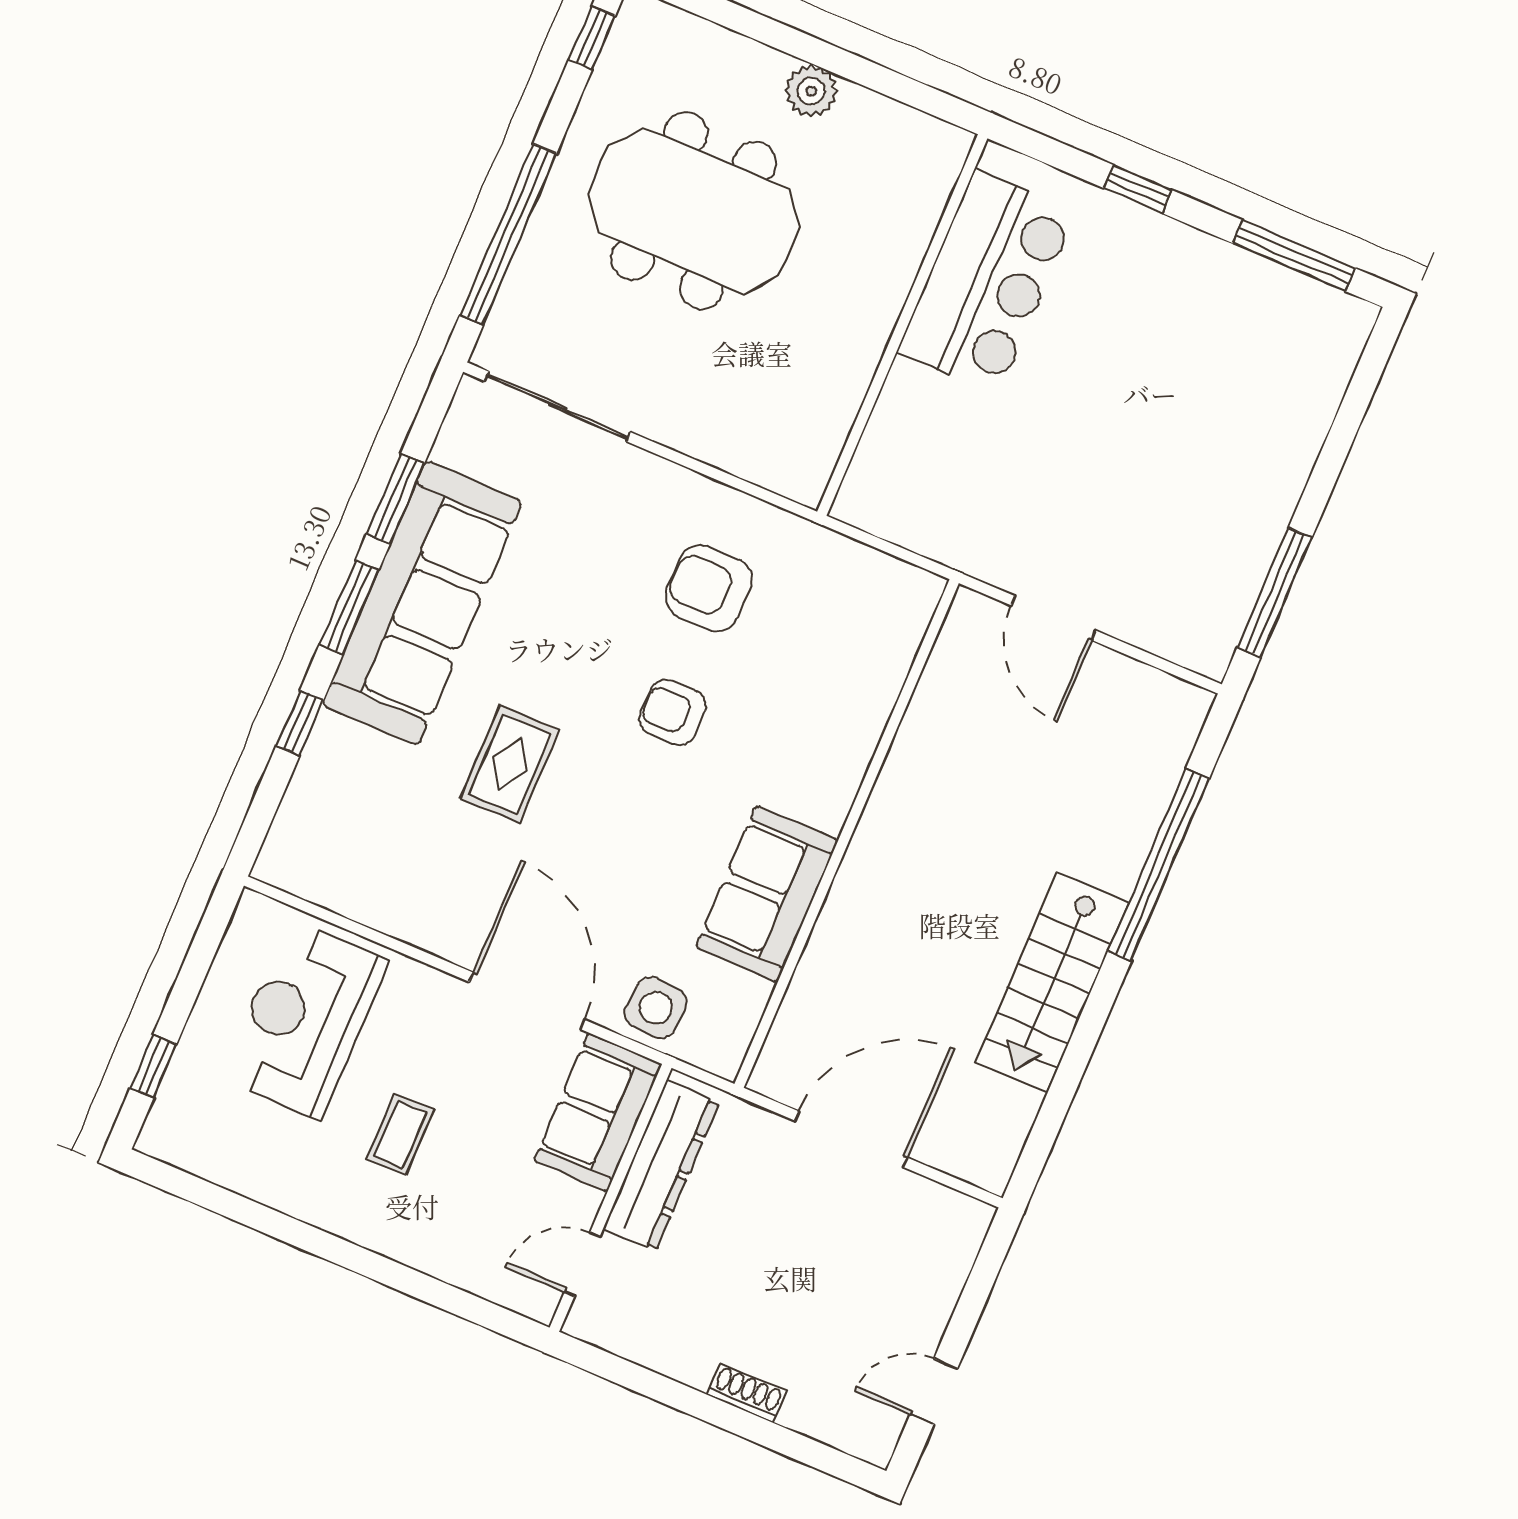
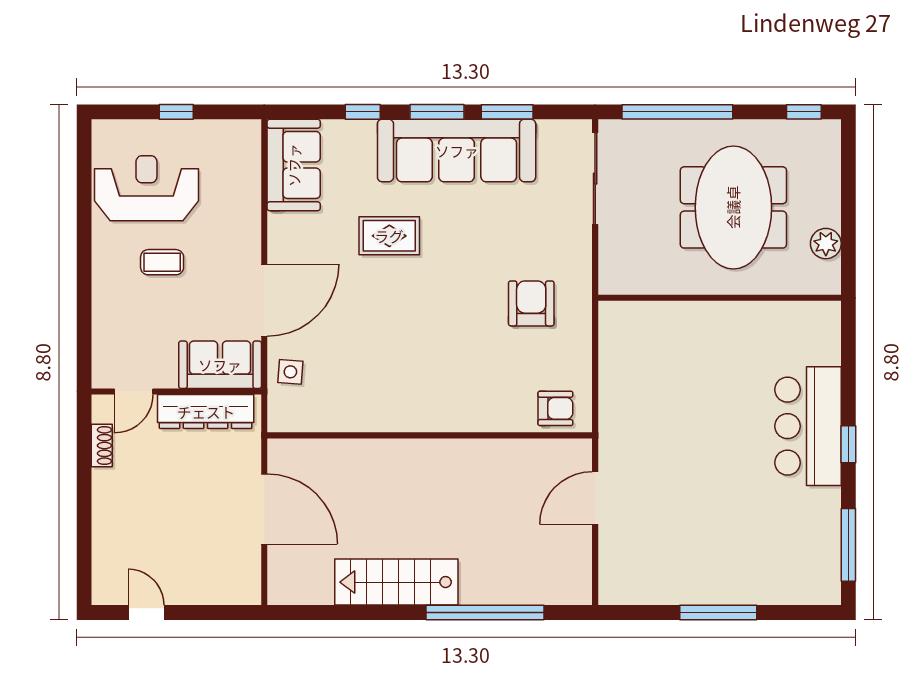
bar counter: (987, 282) -> (808, 426), moved, turned 90
wall: (902, 325) -> (720, 298), moved
window: (1275, 593) -> (718, 613), moved
armchair: (673, 712) -> (555, 408), moved, turned 90
sofa: (767, 894) -> (294, 165), moved, turned 90
side table: (656, 1008) -> (290, 372), width x0.73, depth x0.73
reception desk: (305, 1020) -> (146, 188), moved
window: (153, 1066) -> (176, 112), moved
door: (582, 1264) -> (134, 391), swing flipped
shoe rack: (747, 1393) -> (102, 445), moved

